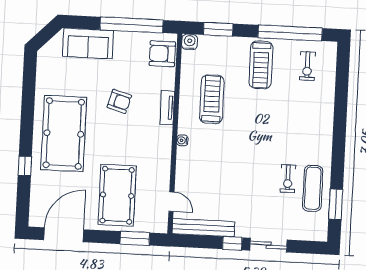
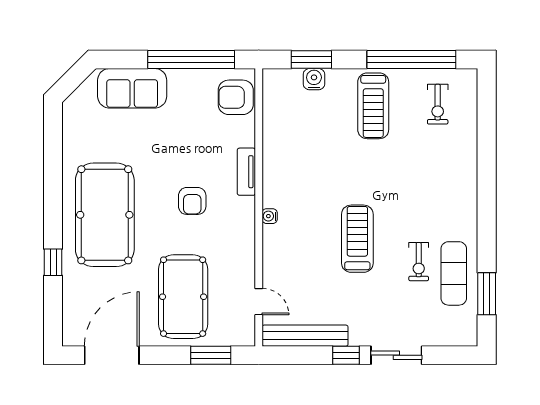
water cooler: (190, 42) -> (314, 79), moved
treadmill: (212, 99) -> (357, 239), moved
armchair: (119, 101) -> (192, 201), moved, turned 74

